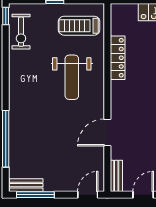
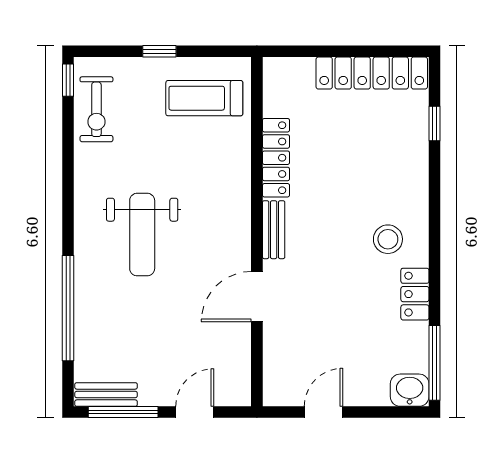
weight bench: (72, 77) -> (142, 235), moved
bench: (116, 176) -> (274, 230), moved
door: (88, 195) -> (195, 412), moved

